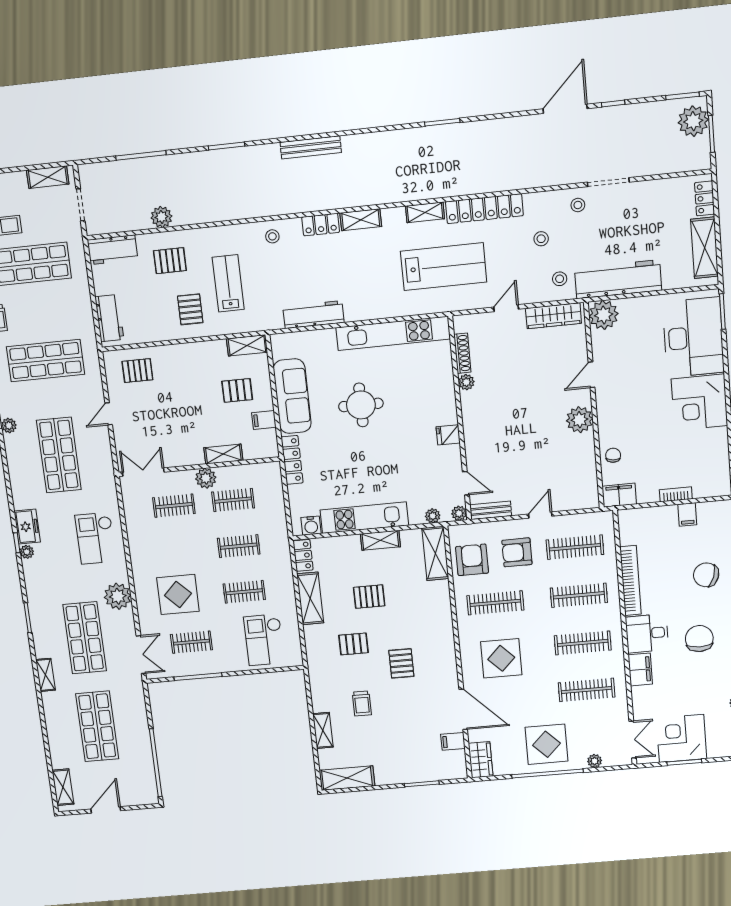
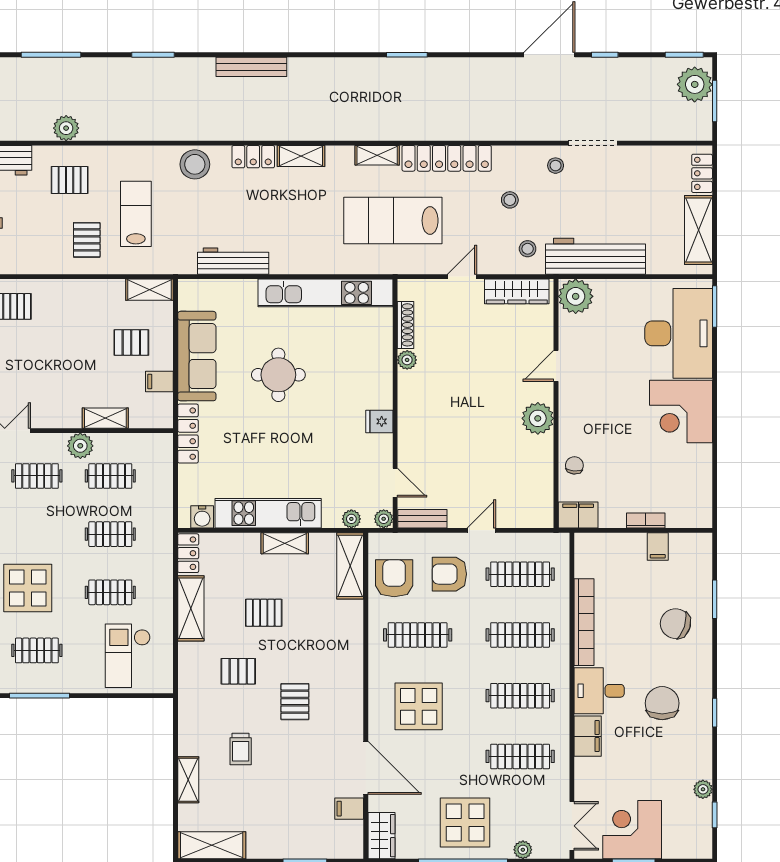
stool: (272, 236) -> (195, 164), width x1.89, depth x1.89
lab bench: (444, 267) -> (393, 221), turned 180

